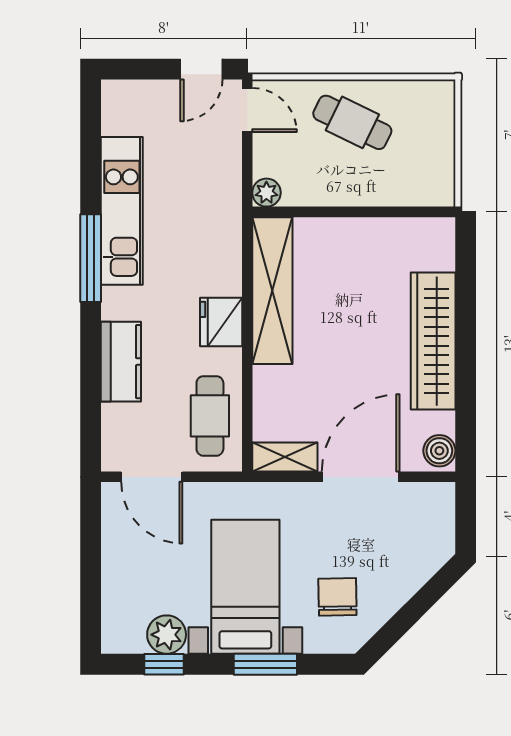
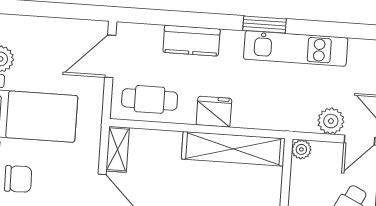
plant: (223, 153) -> (331, 121), added
window: (91, 258) -> (265, 25), width x0.69

